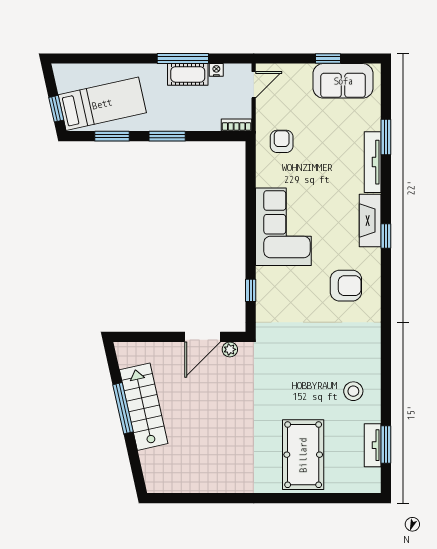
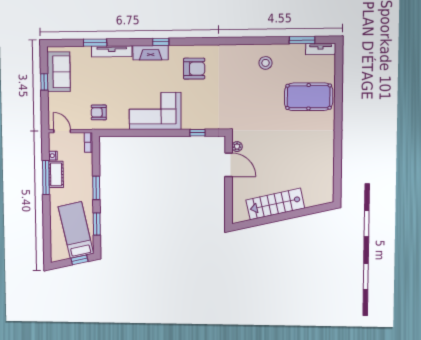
armchair: (346, 286) -> (194, 69), turned 90
window: (123, 408) -> (276, 218), removed
tv unit: (373, 445) -> (321, 49), moved

